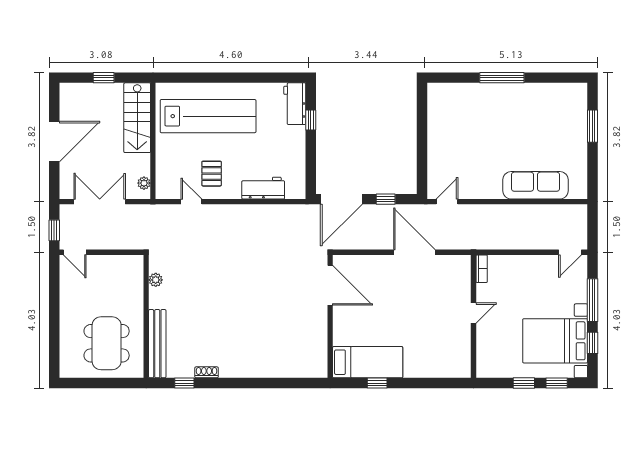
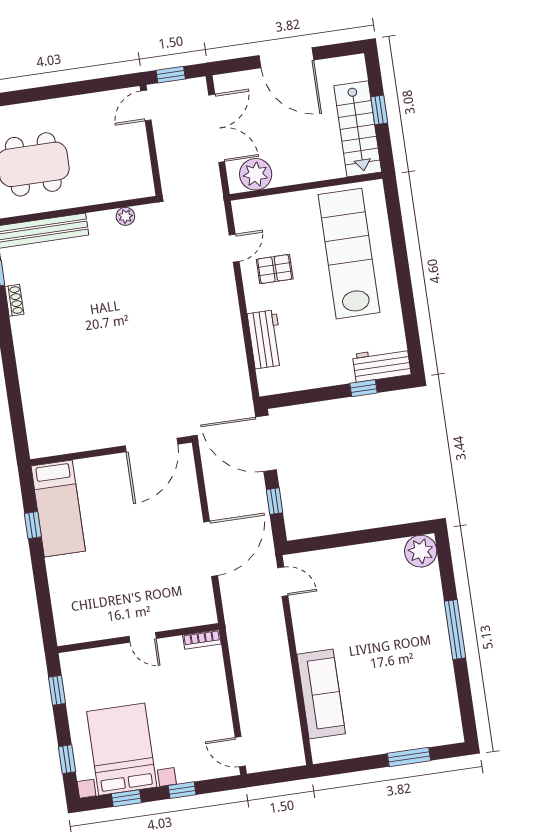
plant: (439, 95) -> (421, 551), added
lab bench: (208, 116) -> (349, 254), turned 180
stairs: (137, 118) -> (358, 129), moved, turned -90
plant: (144, 183) -> (256, 174), width x1.88, depth x1.88
window: (592, 300) -> (182, 790), width x0.46
window: (524, 383) -> (57, 690), moved

